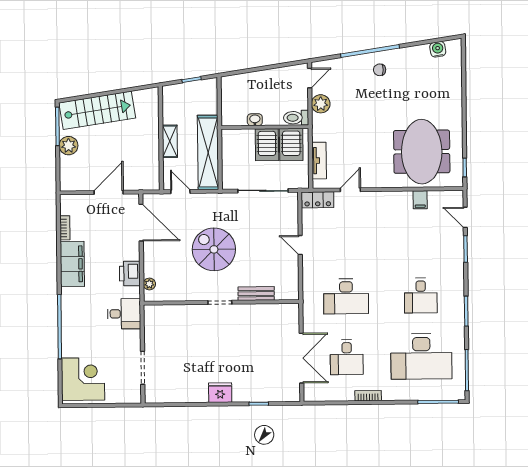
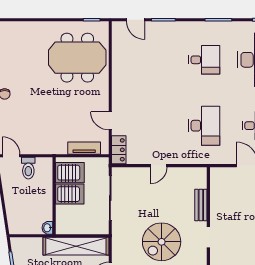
plant: (321, 104) -> (34, 146), removed
toilet: (296, 118) -> (28, 168), moved
washbasin: (255, 120) -> (47, 228), moved
filing cabinet: (420, 200) -> (120, 59), removed
door: (465, 217) -> (136, 20), hinge flipped

